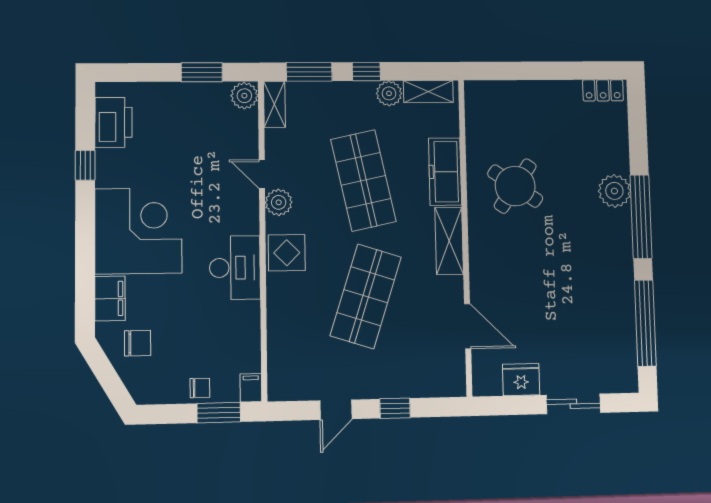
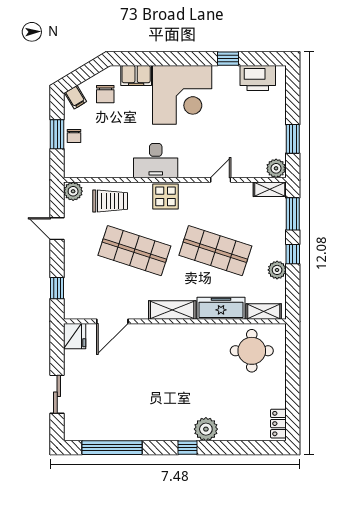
shelving: (428, 91) -> (264, 312), moved, turned 90
shop shelf: (363, 180) -> (215, 251), turned 30
round table: (515, 186) -> (252, 351), moved, turned -35
plant: (279, 202) -> (73, 191), moved
window: (641, 217) -> (187, 448), width x0.32
trolley: (294, 333) -> (110, 201), added
fridge: (521, 380) -> (75, 336), moved
filing cabinet: (251, 388) -> (76, 97), moved, turned 59
window: (395, 408) -> (57, 288), moved
window: (219, 413) -> (57, 134), moved

